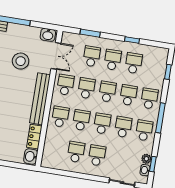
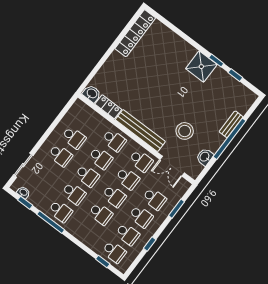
washbasin: (48, 35) -> (205, 157), moved
school desk: (149, 99) -> (114, 252), moved
window: (160, 118) -> (51, 222), moved
plant: (146, 159) -> (33, 199), removed

